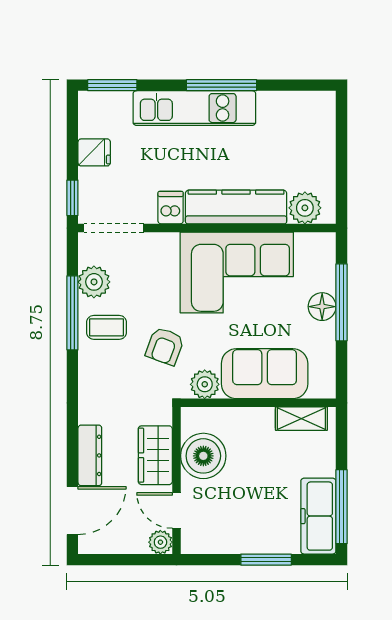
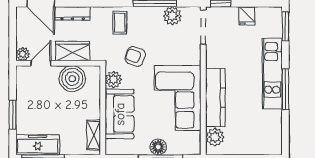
dishwasher: (171, 208) -> (215, 60), removed
coffee table: (107, 327) -> (120, 23), moved

